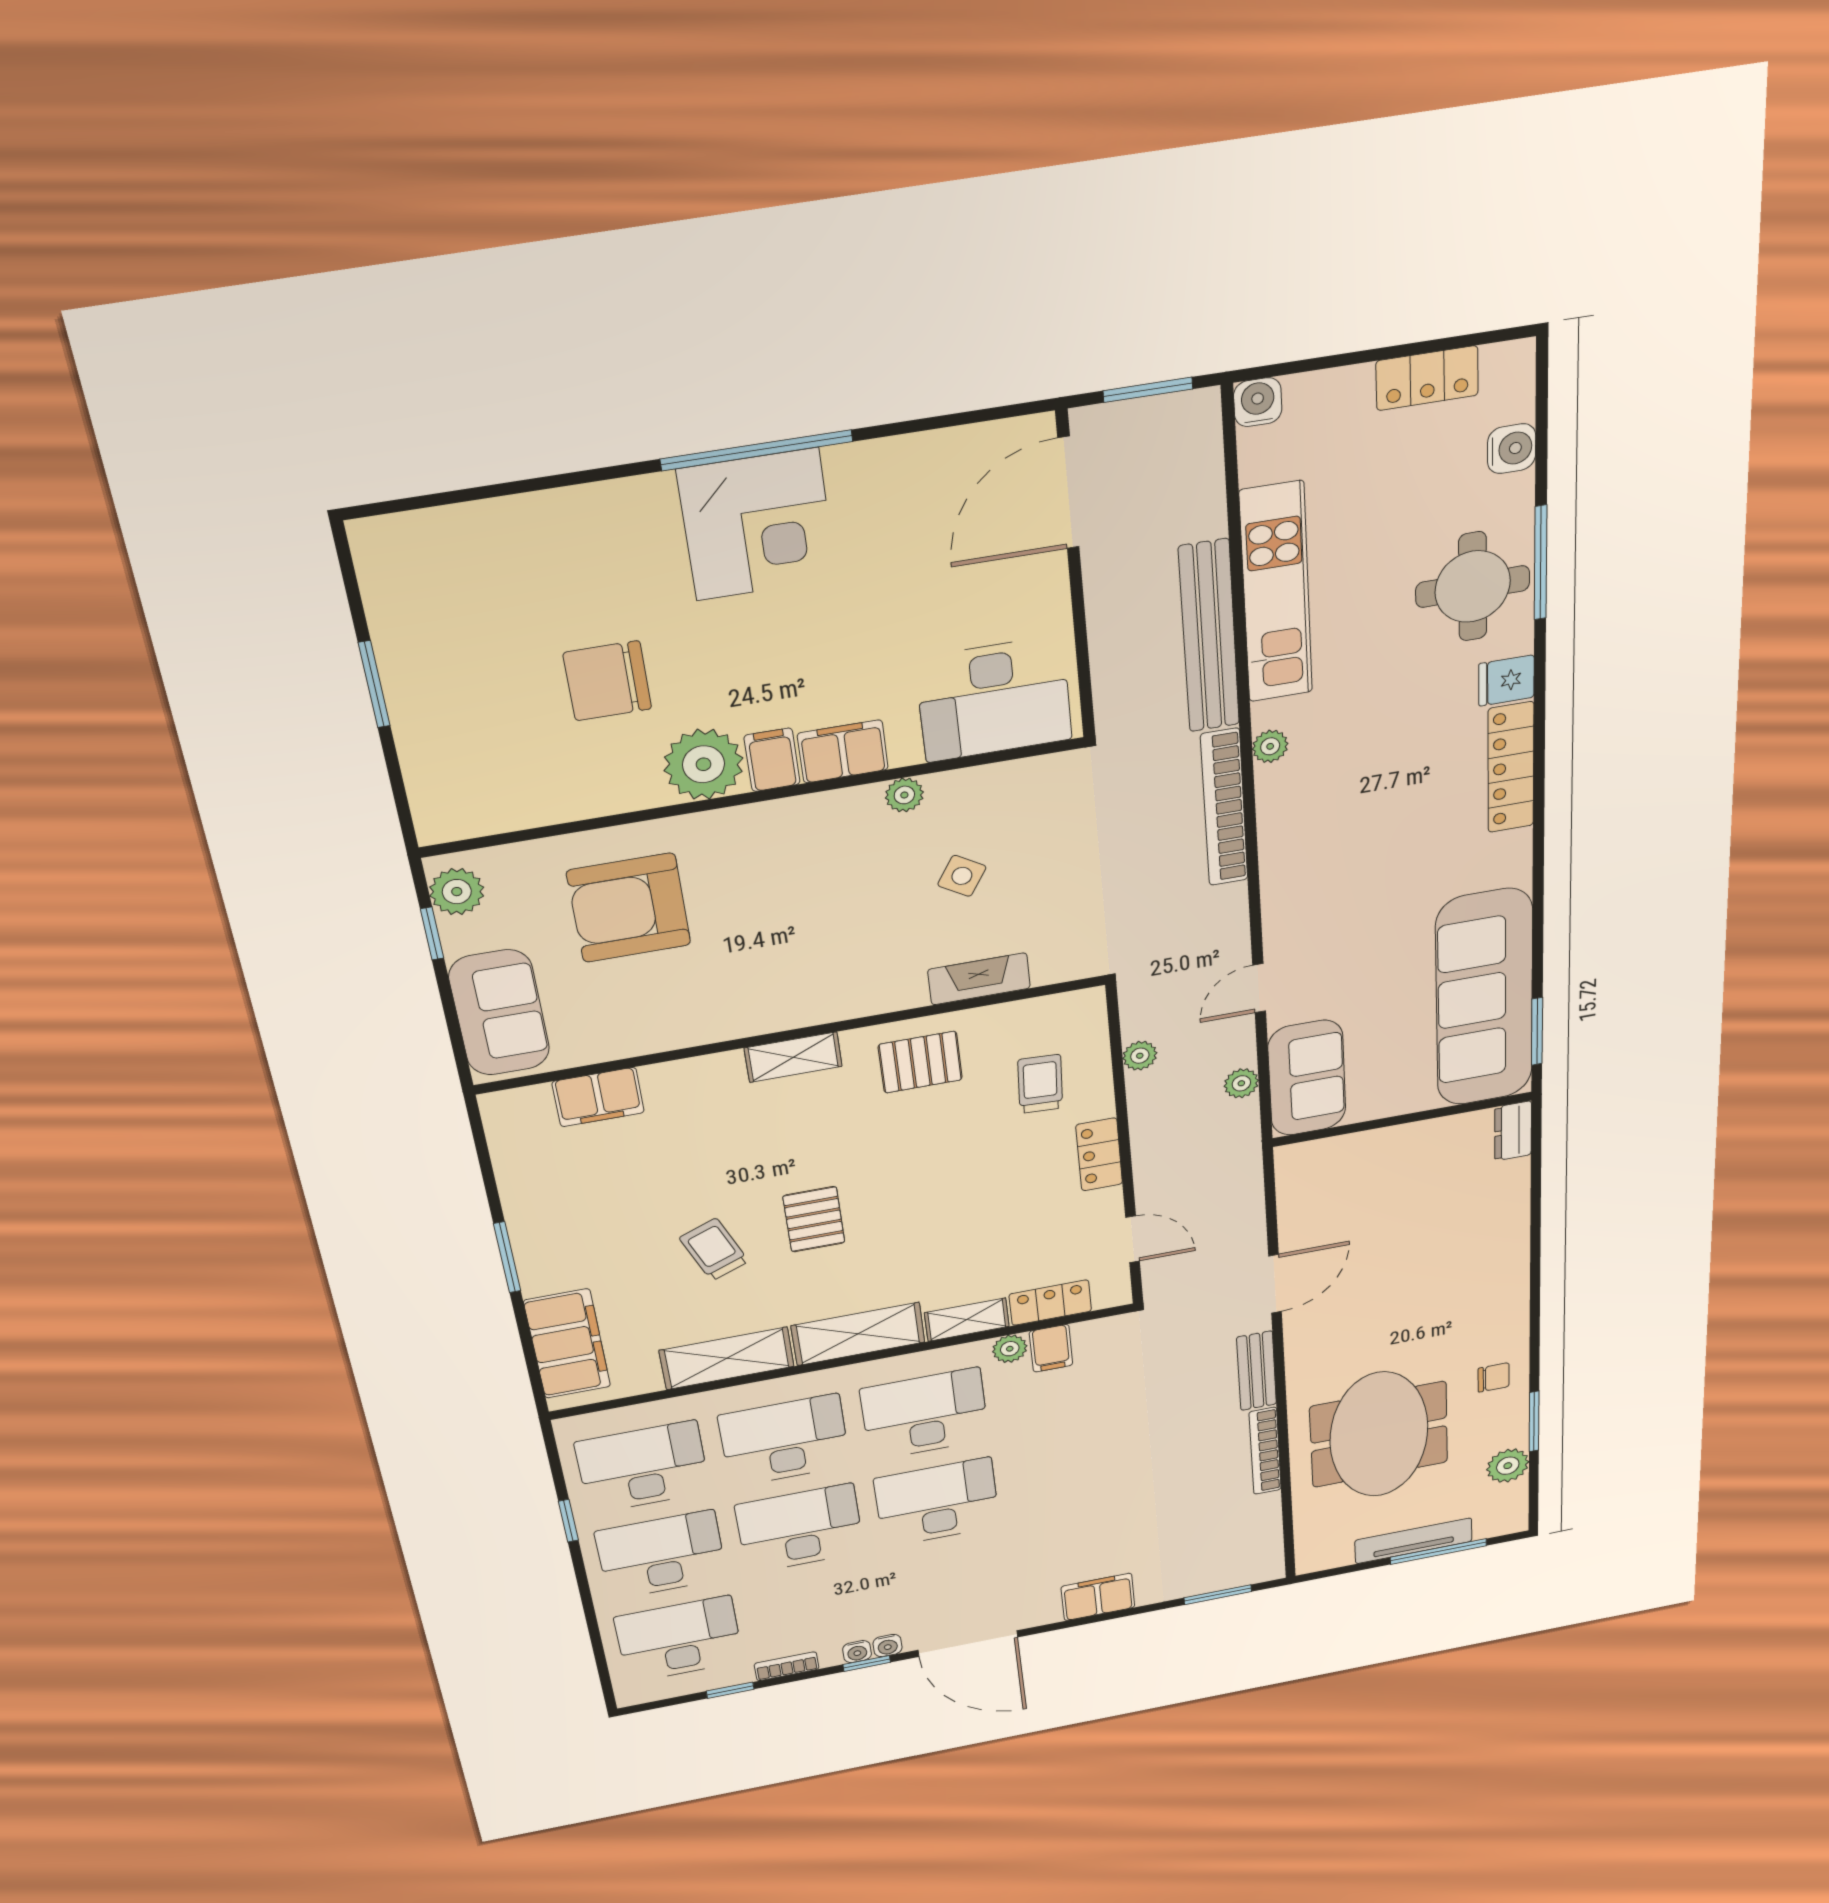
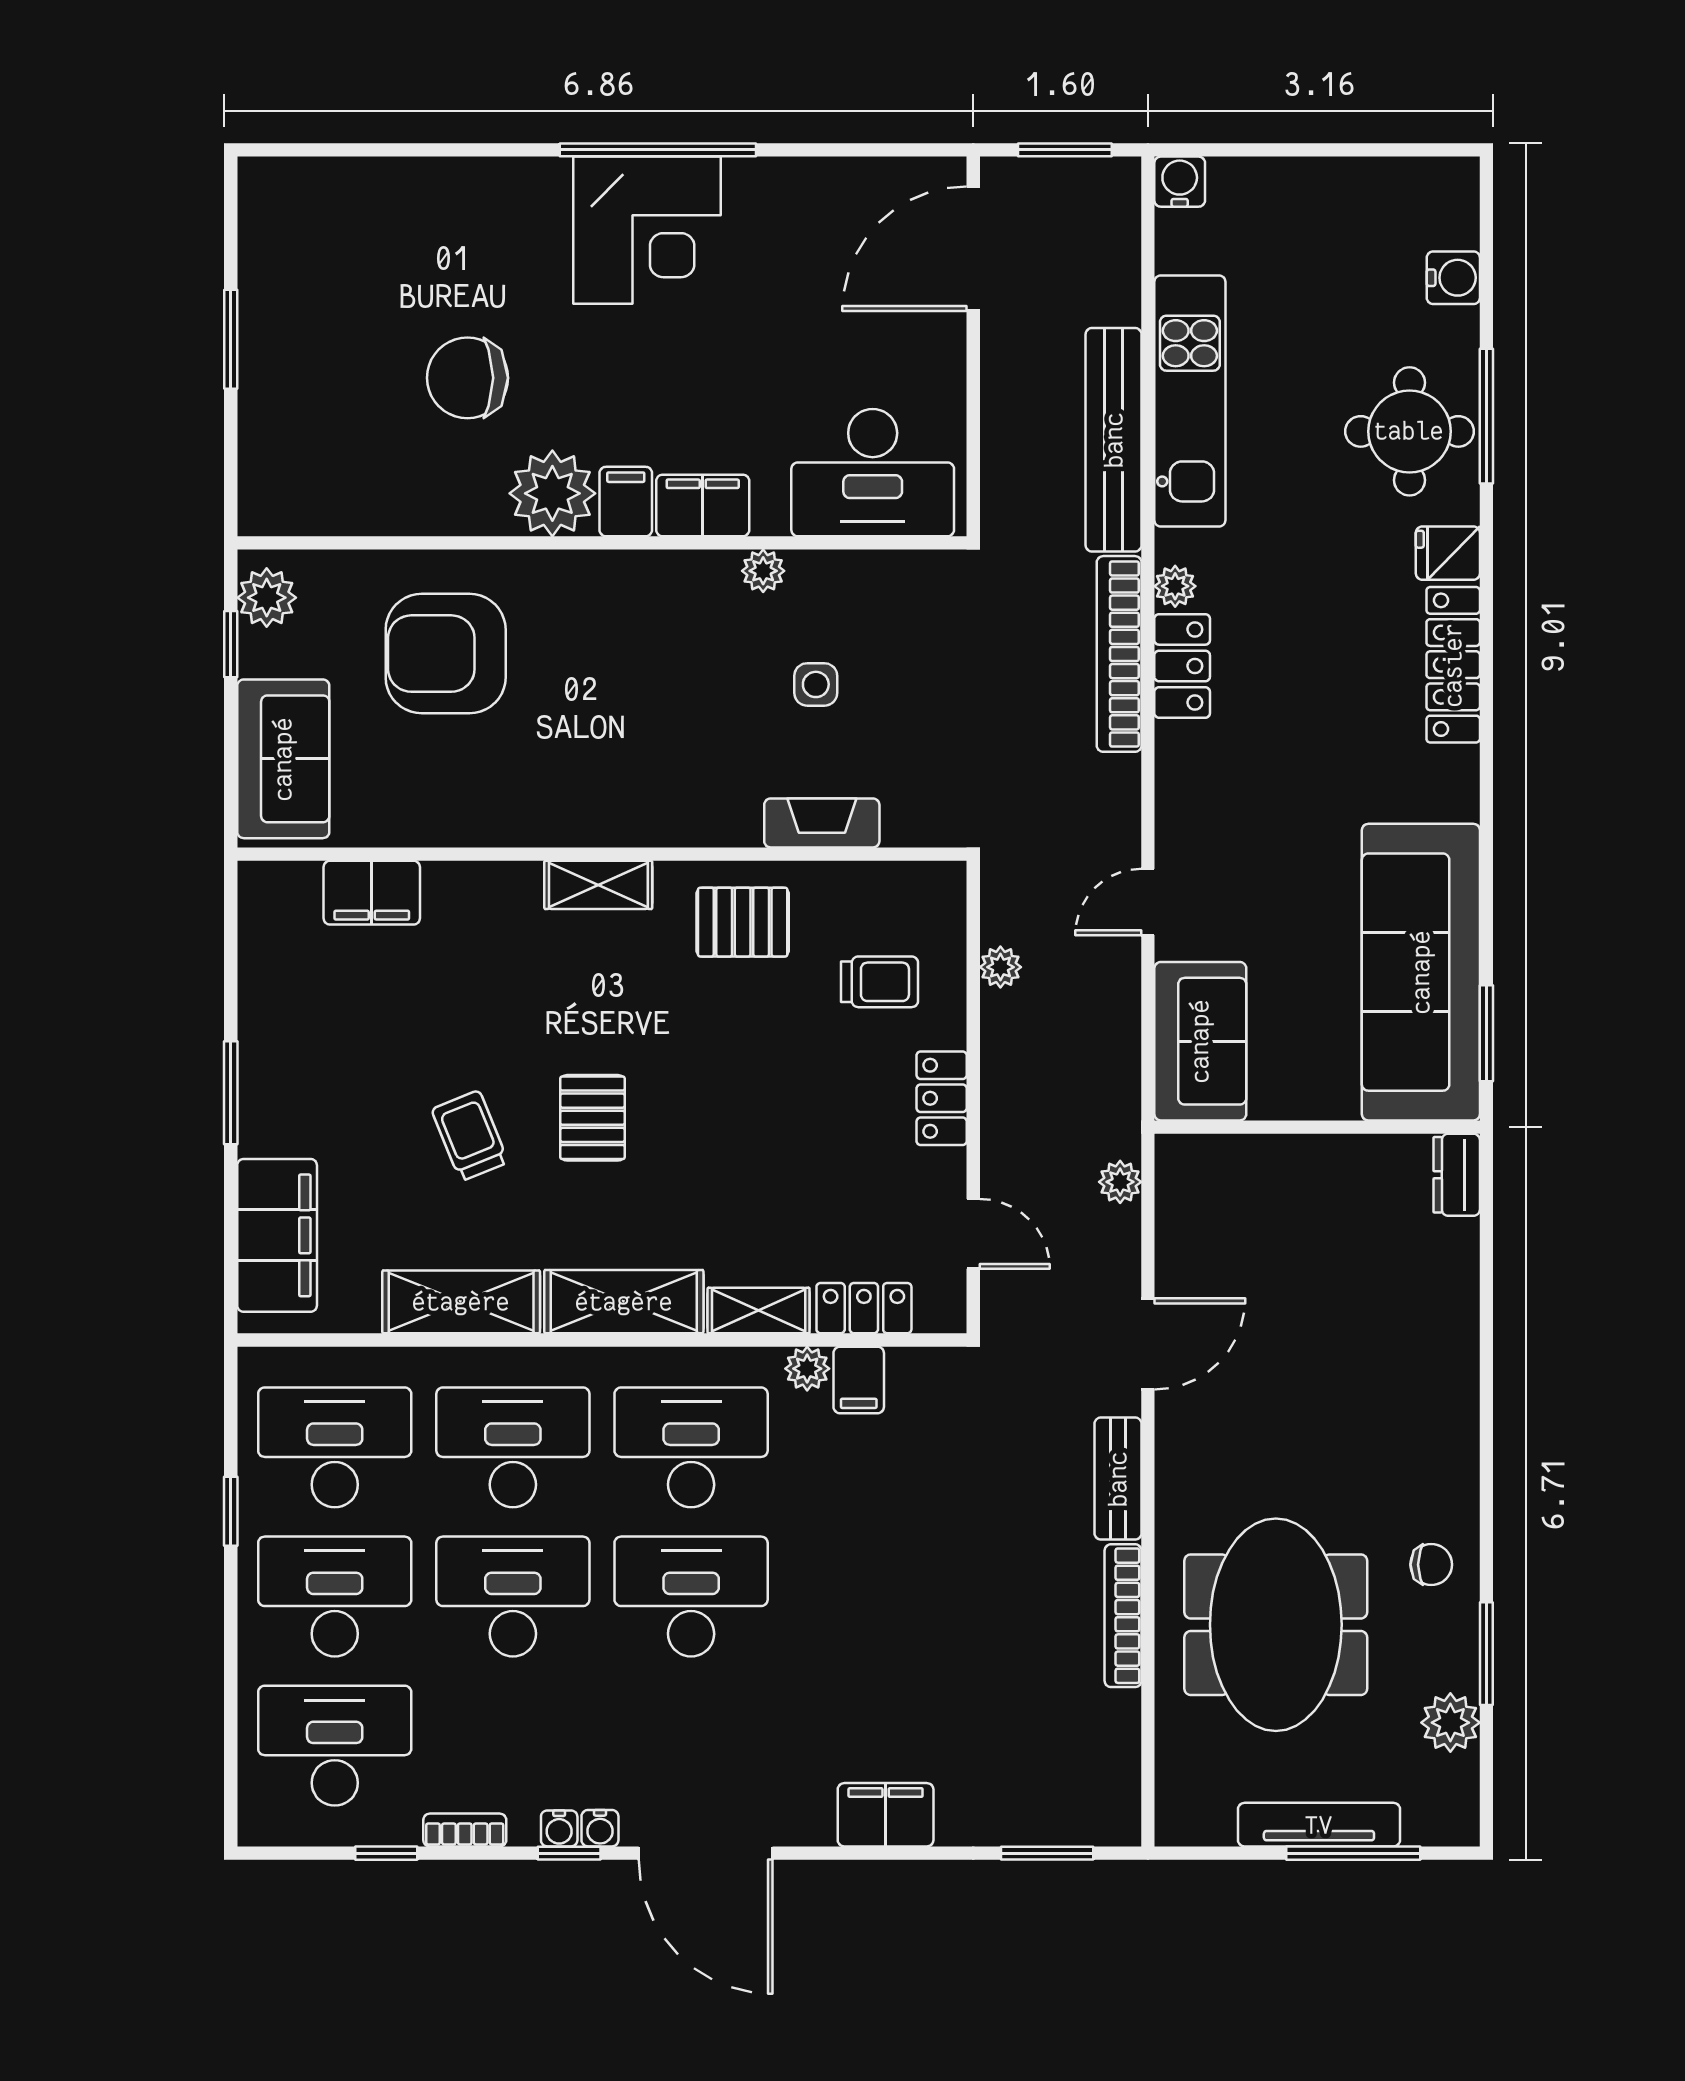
locker: (1427, 378) -> (1182, 666), moved, turned -90
side table: (962, 876) -> (816, 684), turned -32
plant: (1241, 1083) -> (1120, 1182), moved
trolley: (1040, 1084) -> (880, 982), turned 87

